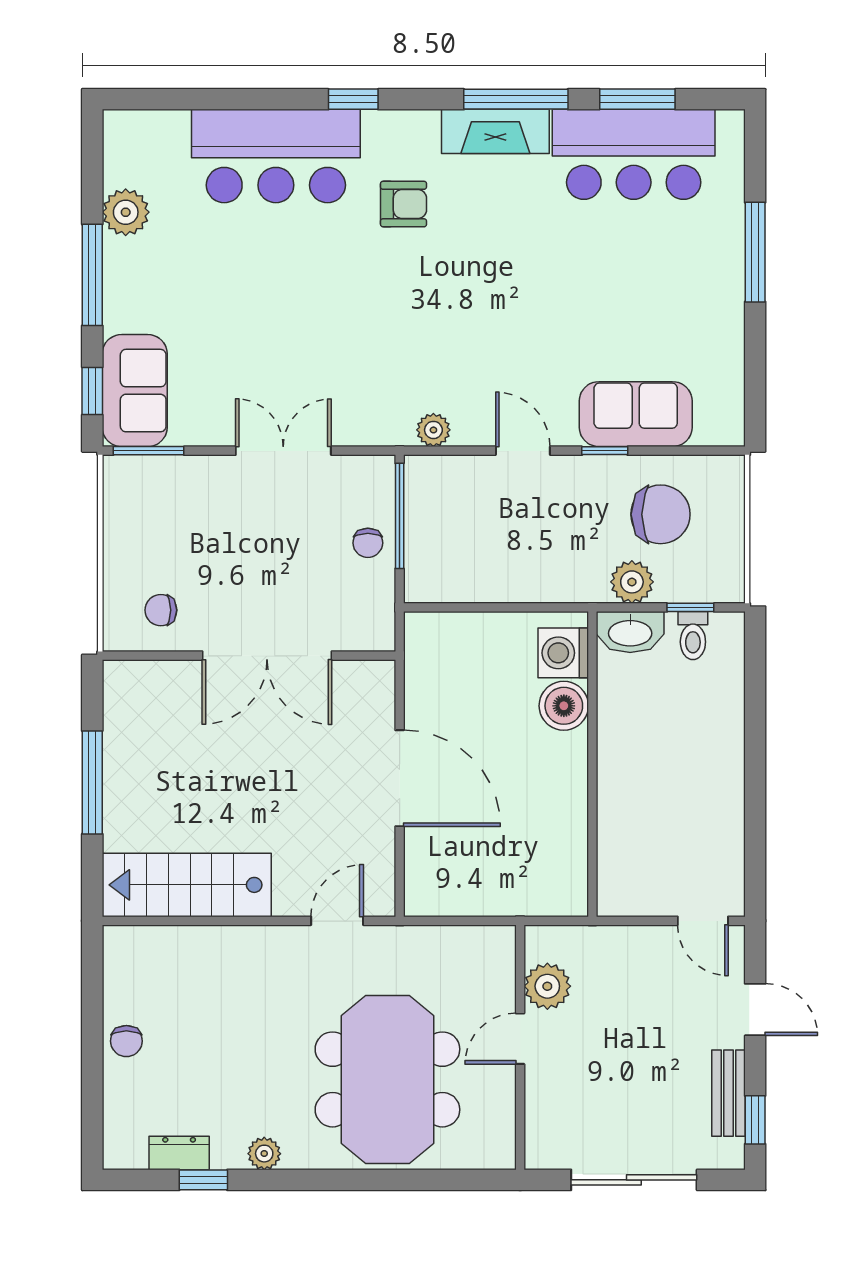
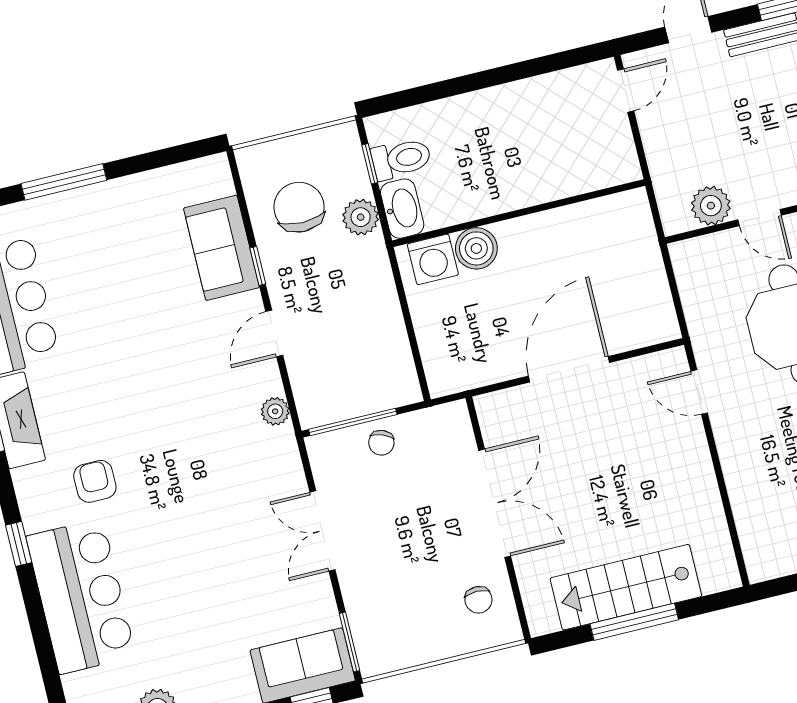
chair: (368, 543) -> (381, 443), turned 111
toilet: (693, 636) -> (401, 159), width x1.37, depth x1.39
stairs: (187, 885) -> (626, 587), moved, turned 90

